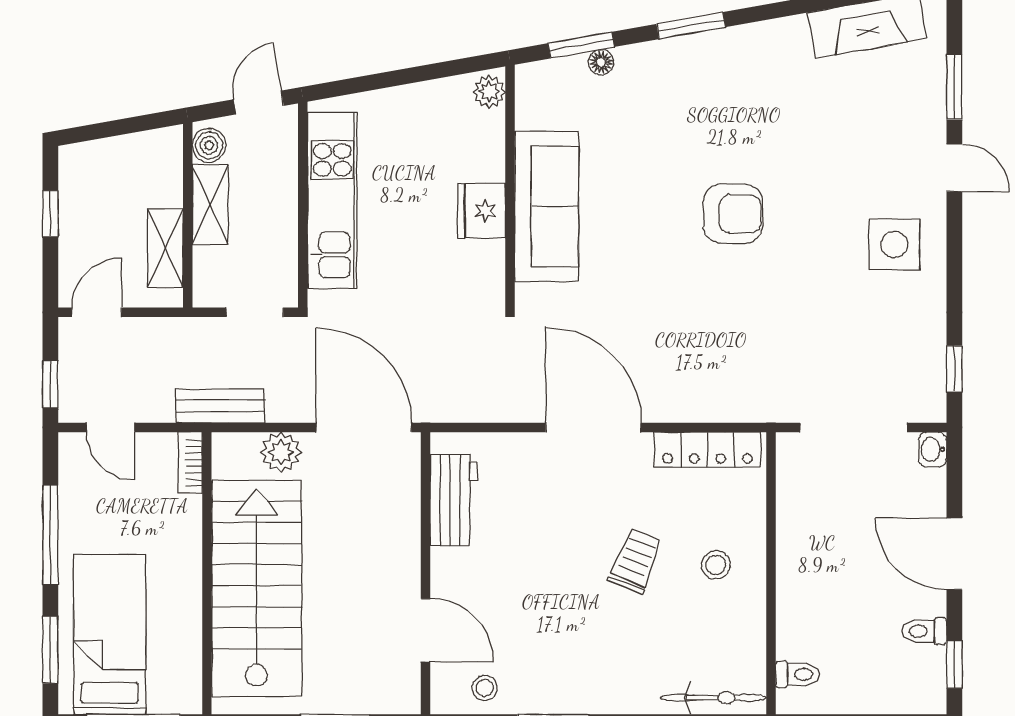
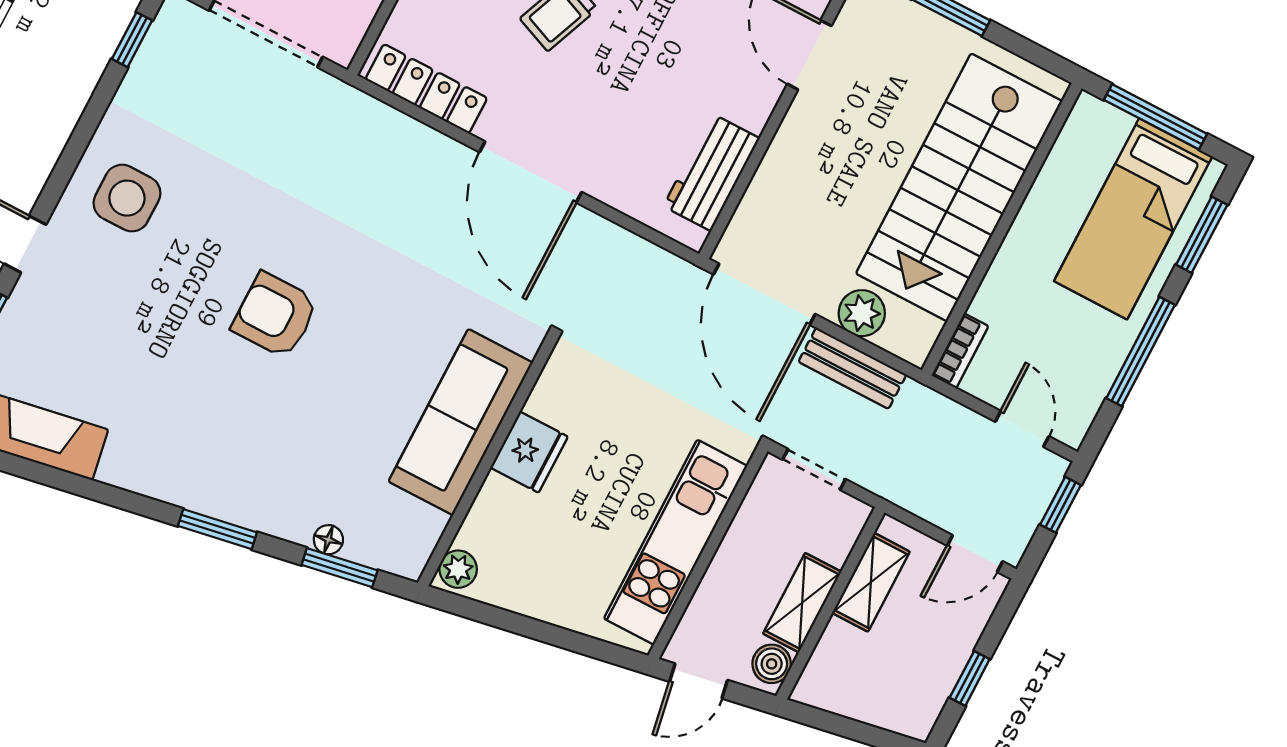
bench: (220, 406) -> (852, 368), moved

